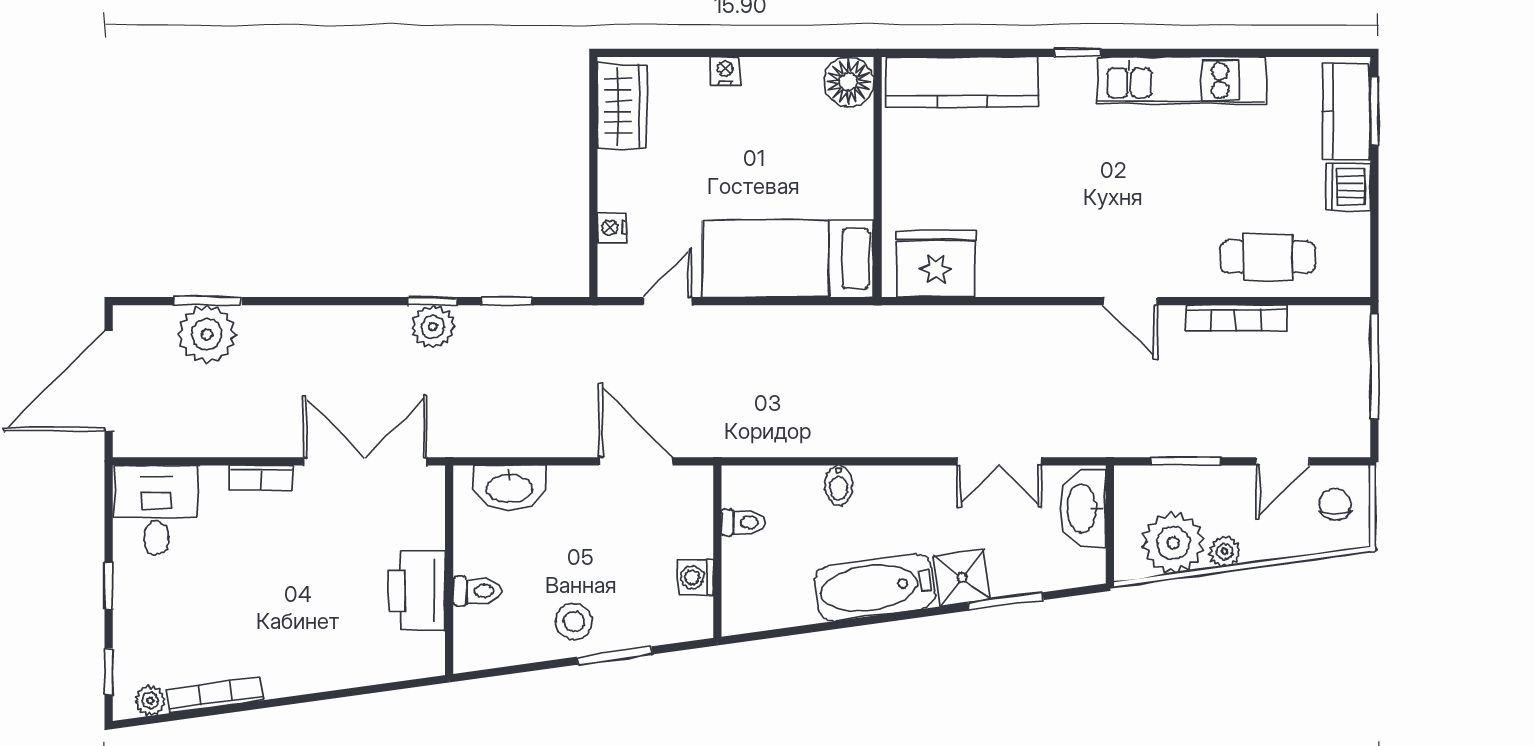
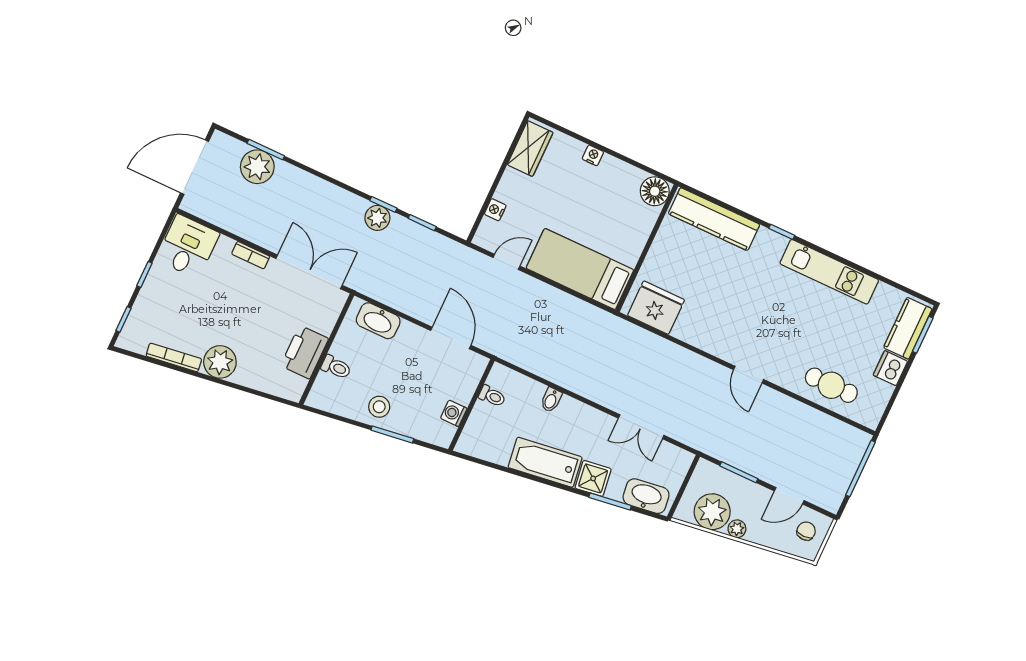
bookcase: (1236, 318) -> (800, 409), removed
washbasin: (1083, 508) -> (646, 496), moved, turned 82
plant: (150, 701) -> (220, 362), moved, width x1.87, depth x1.87

